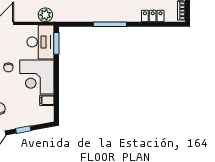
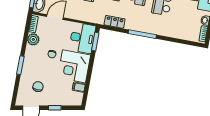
plant: (45, 15) -> (91, 16), removed
locker: (153, 16) -> (115, 22), moved

